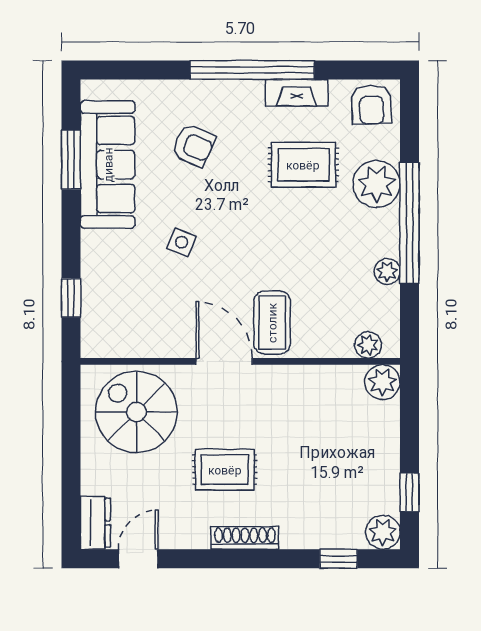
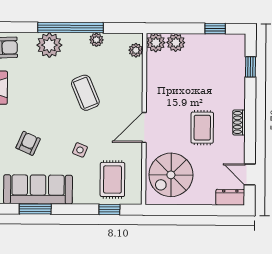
rug: (303, 165) -> (112, 179), moved
coffee table: (272, 323) -> (85, 93), moved, turned 67
plant: (383, 532) -> (176, 43), moved
shoe rack: (245, 538) -> (239, 122), width x0.70

